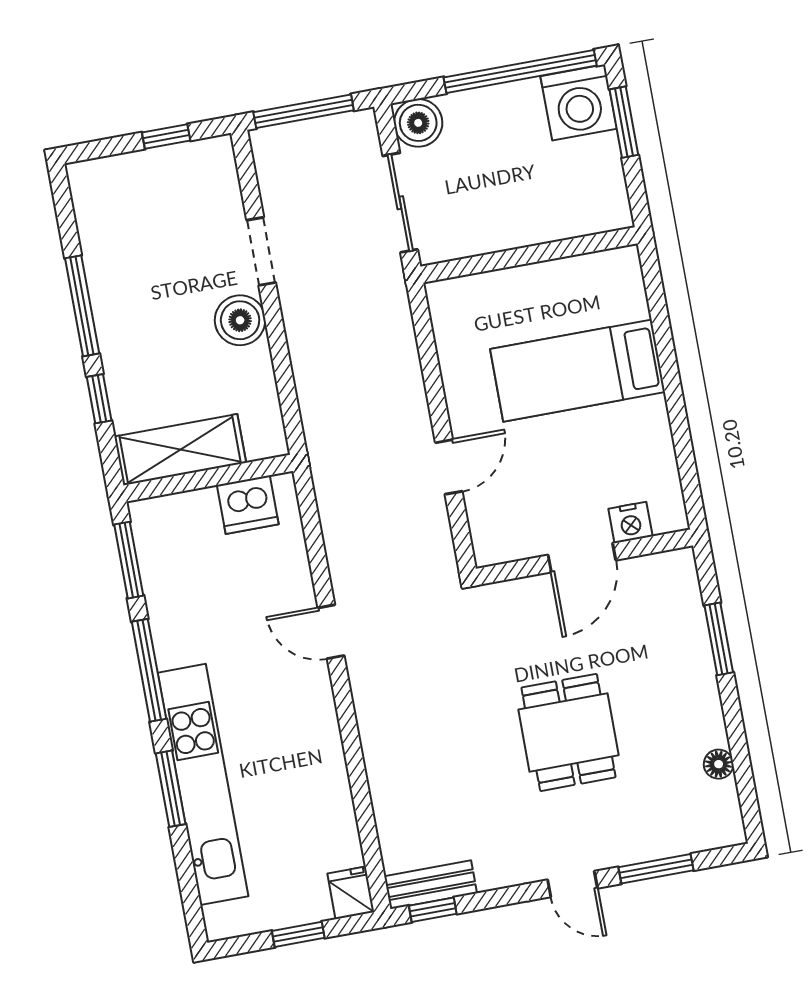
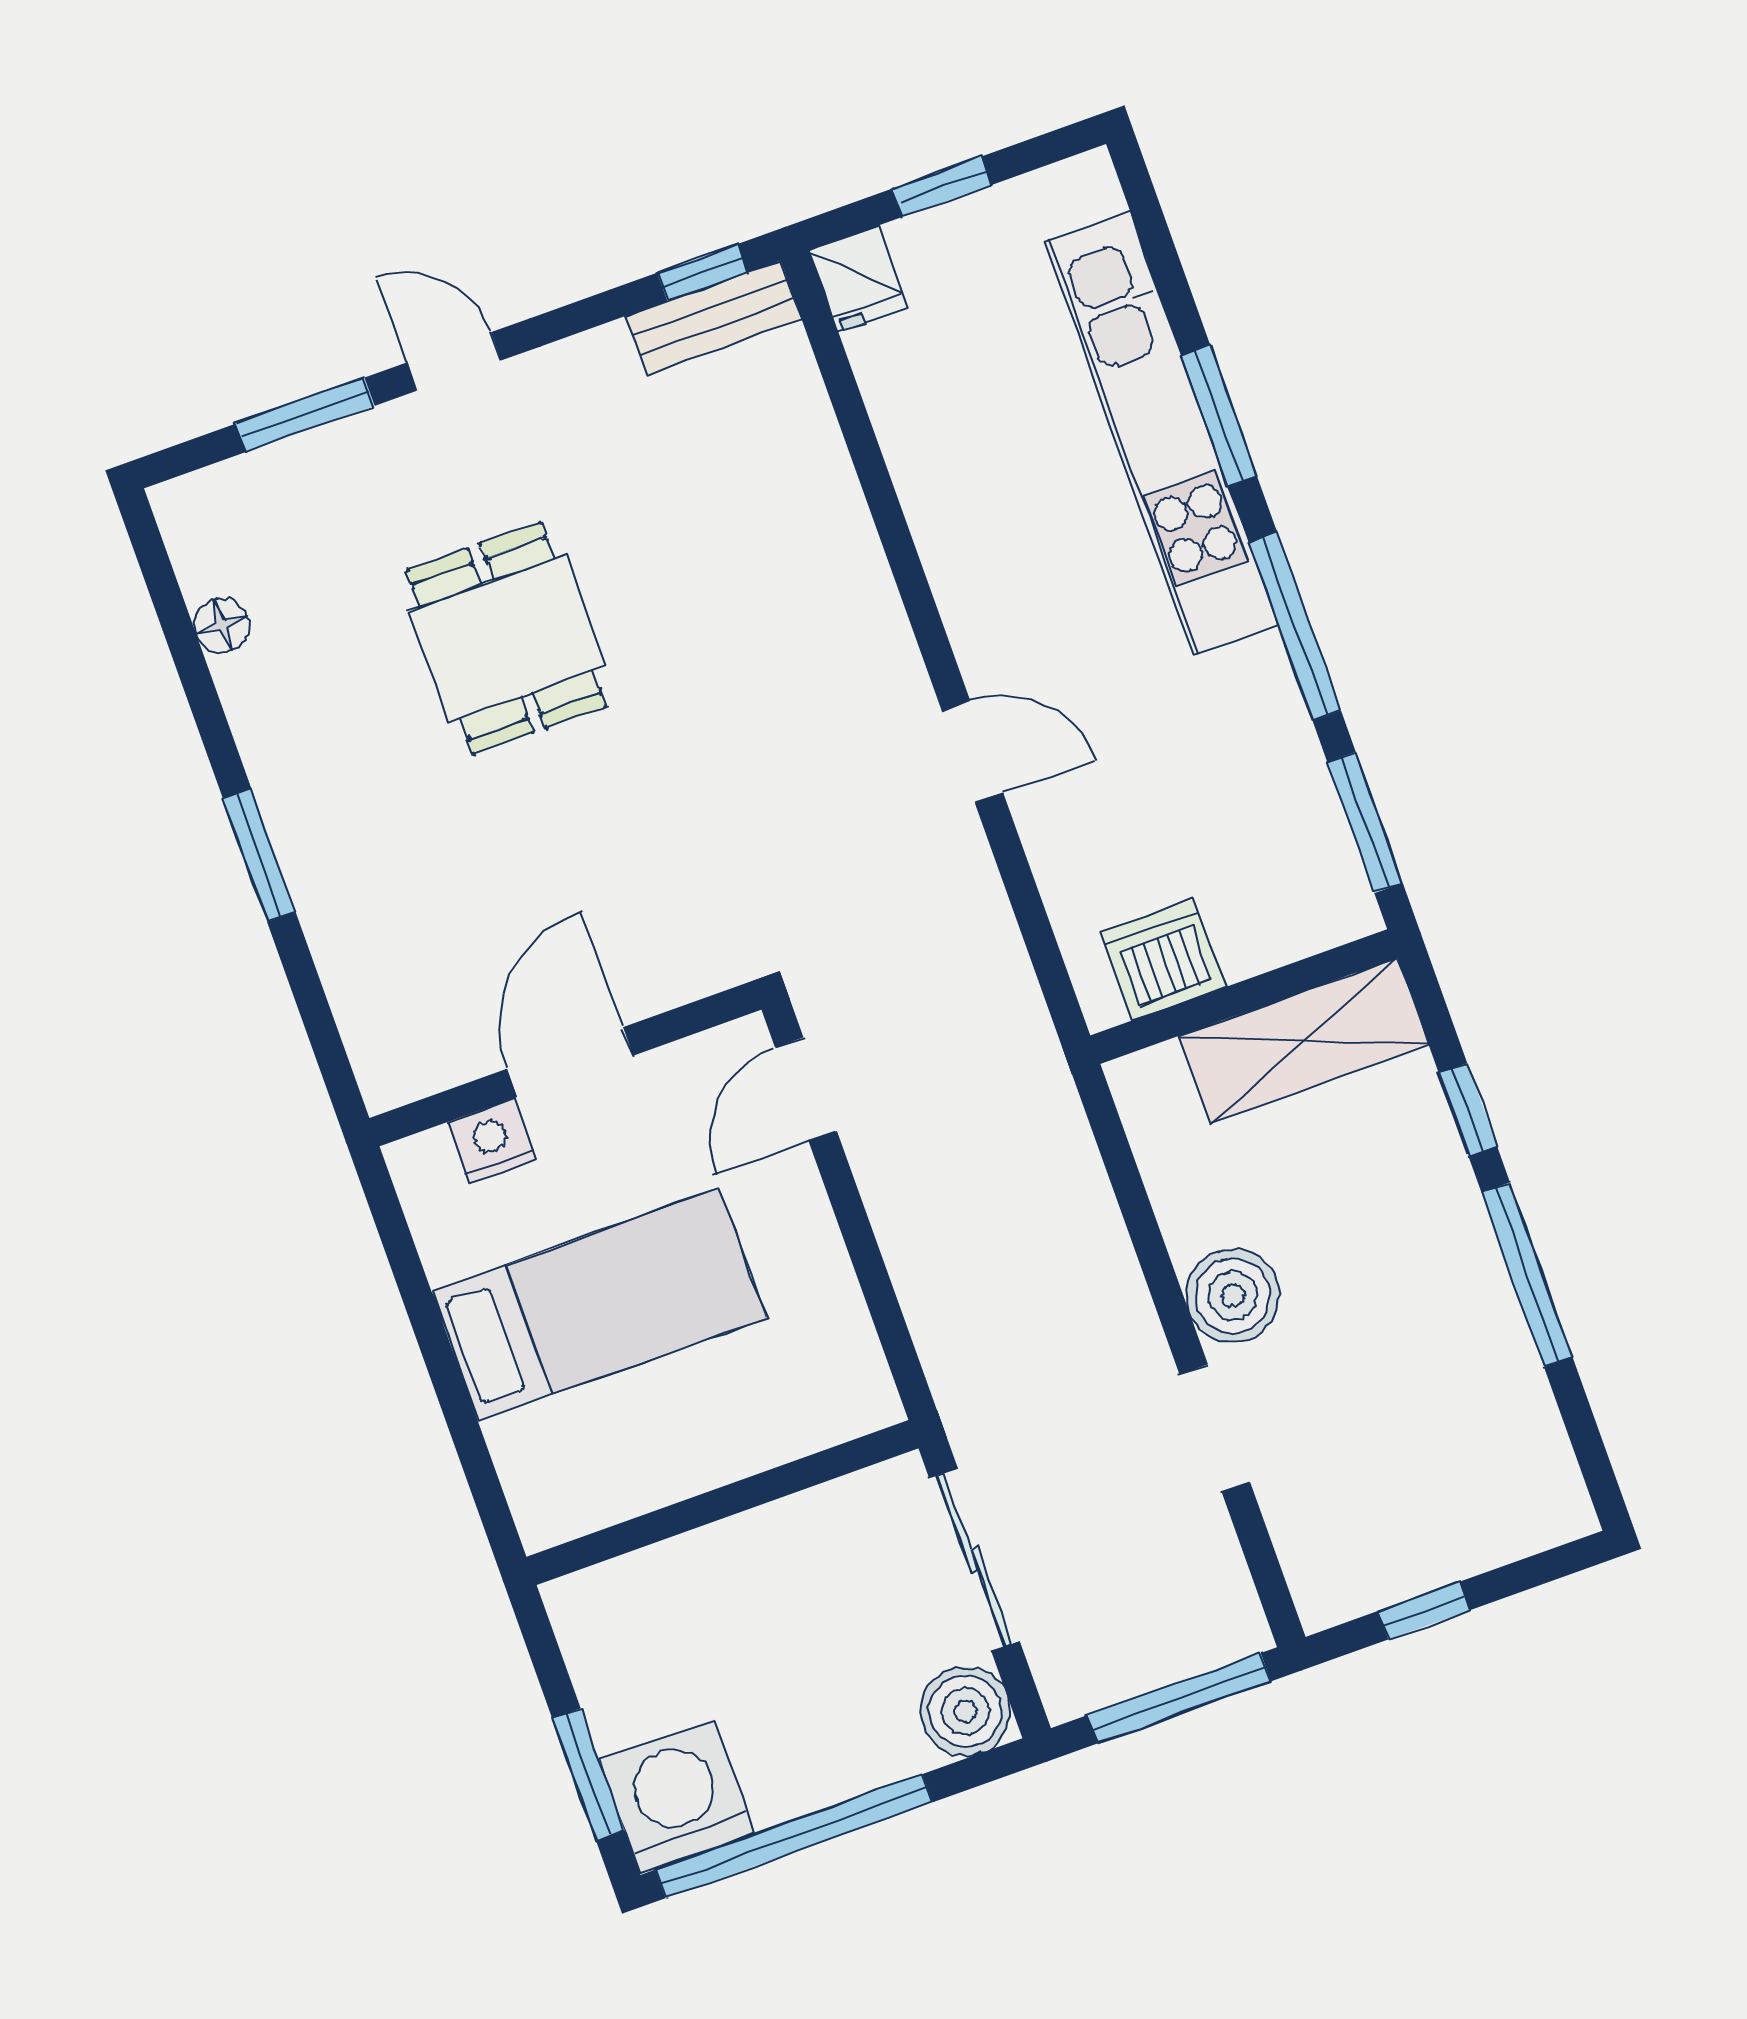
nightstand: (630, 522) -> (492, 1141), moved
wall: (584, 557) -> (565, 1064), moved
door: (582, 558) -> (570, 1062), moved

